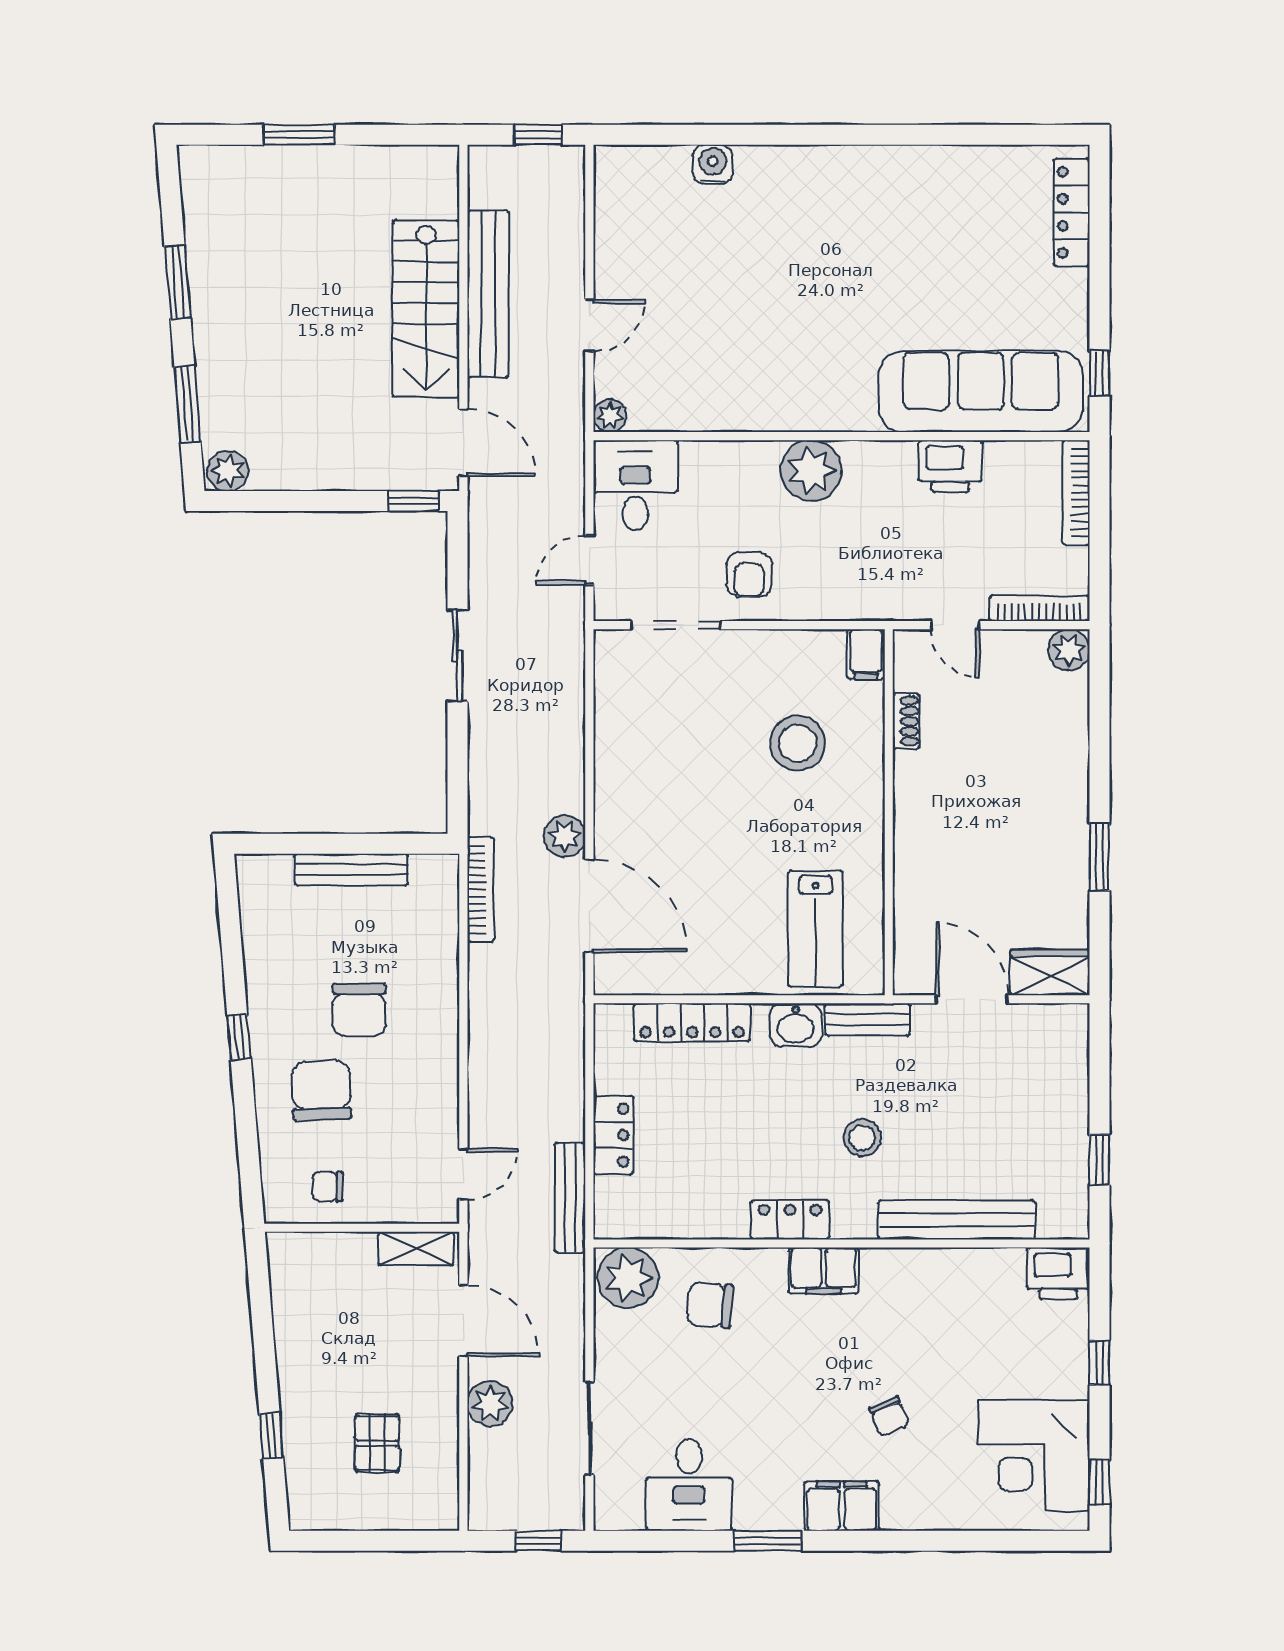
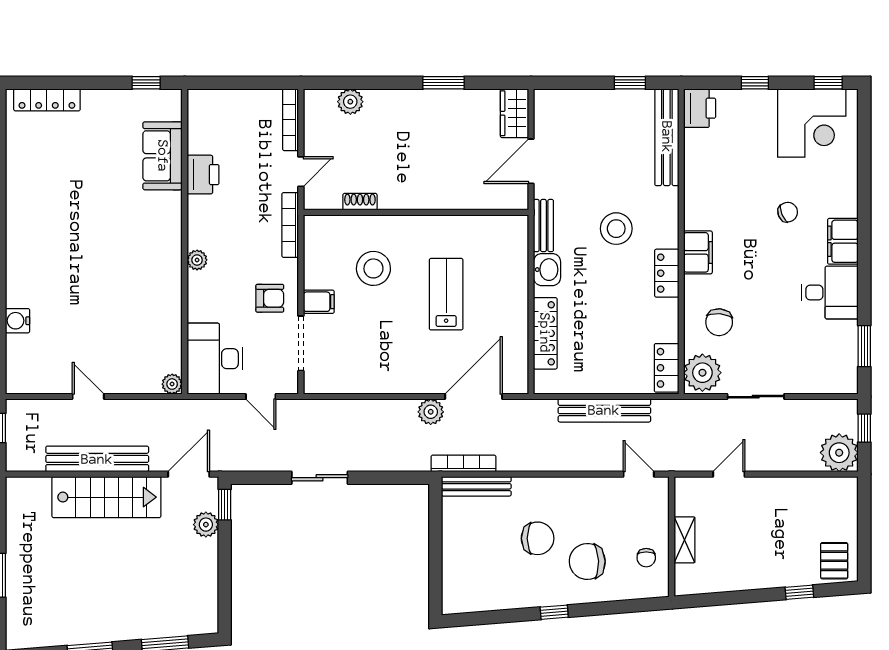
door: (589, 326) -> (88, 397), moved
sofa: (981, 392) -> (163, 156), width x0.54, depth x0.79
plant: (228, 471) -> (206, 525), moved
plant: (811, 471) -> (197, 260), width x0.53, depth x0.53
desk: (635, 485) -> (215, 359), width x1.37
bookcase: (1076, 493) -> (290, 225), moved, turned 90
plant: (1069, 650) -> (350, 102), moved
filing cabinet: (866, 654) -> (319, 302), moved
bench: (351, 869) -> (476, 486), moved, turned 90
lab bench: (815, 929) -> (446, 294), moved, turned -90
locker: (613, 1135) -> (667, 368), moved, turned -90
stool: (862, 1138) -> (616, 229), width x1.38, depth x1.38
bench: (570, 1198) -> (604, 410), moved, width x1.37, depth x1.21
bench: (957, 1220) -> (667, 137), moved
shelving: (416, 1249) -> (684, 540), moved
door: (463, 1321) -> (729, 474), width x0.73
plant: (490, 1404) -> (839, 453), moved, width x1.36, depth x1.36
sliding door: (589, 1428) -> (756, 397), moved
pallet: (377, 1443) -> (834, 561), moved, turned 90
desk: (689, 1485) -> (830, 293), moved
window: (767, 1541) -> (864, 346), moved

